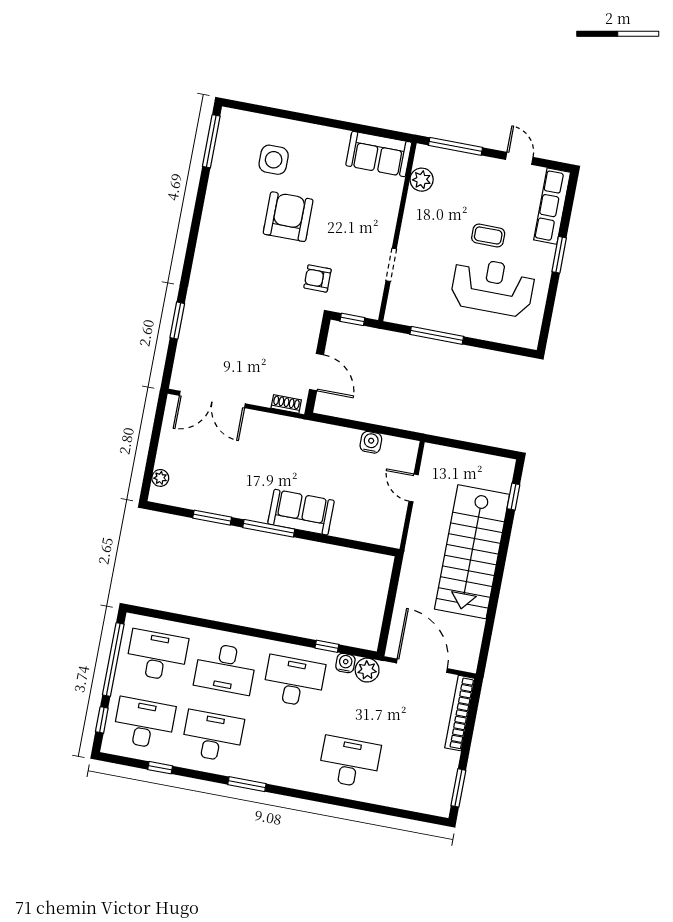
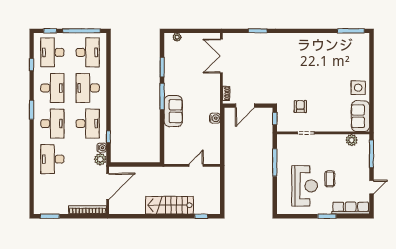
side table: (274, 160) -> (358, 88), moved
armchair: (288, 217) -> (320, 77), removed
armchair: (318, 278) -> (300, 107), moved
water cooler: (371, 442) -> (215, 118), moved
stairs: (472, 552) -> (170, 205), width x0.73, depth x0.66
desk: (144, 723) -> (52, 52), turned 180
desk: (281, 749) -> (52, 124), added
desk: (349, 762) -> (52, 159), turned 180

